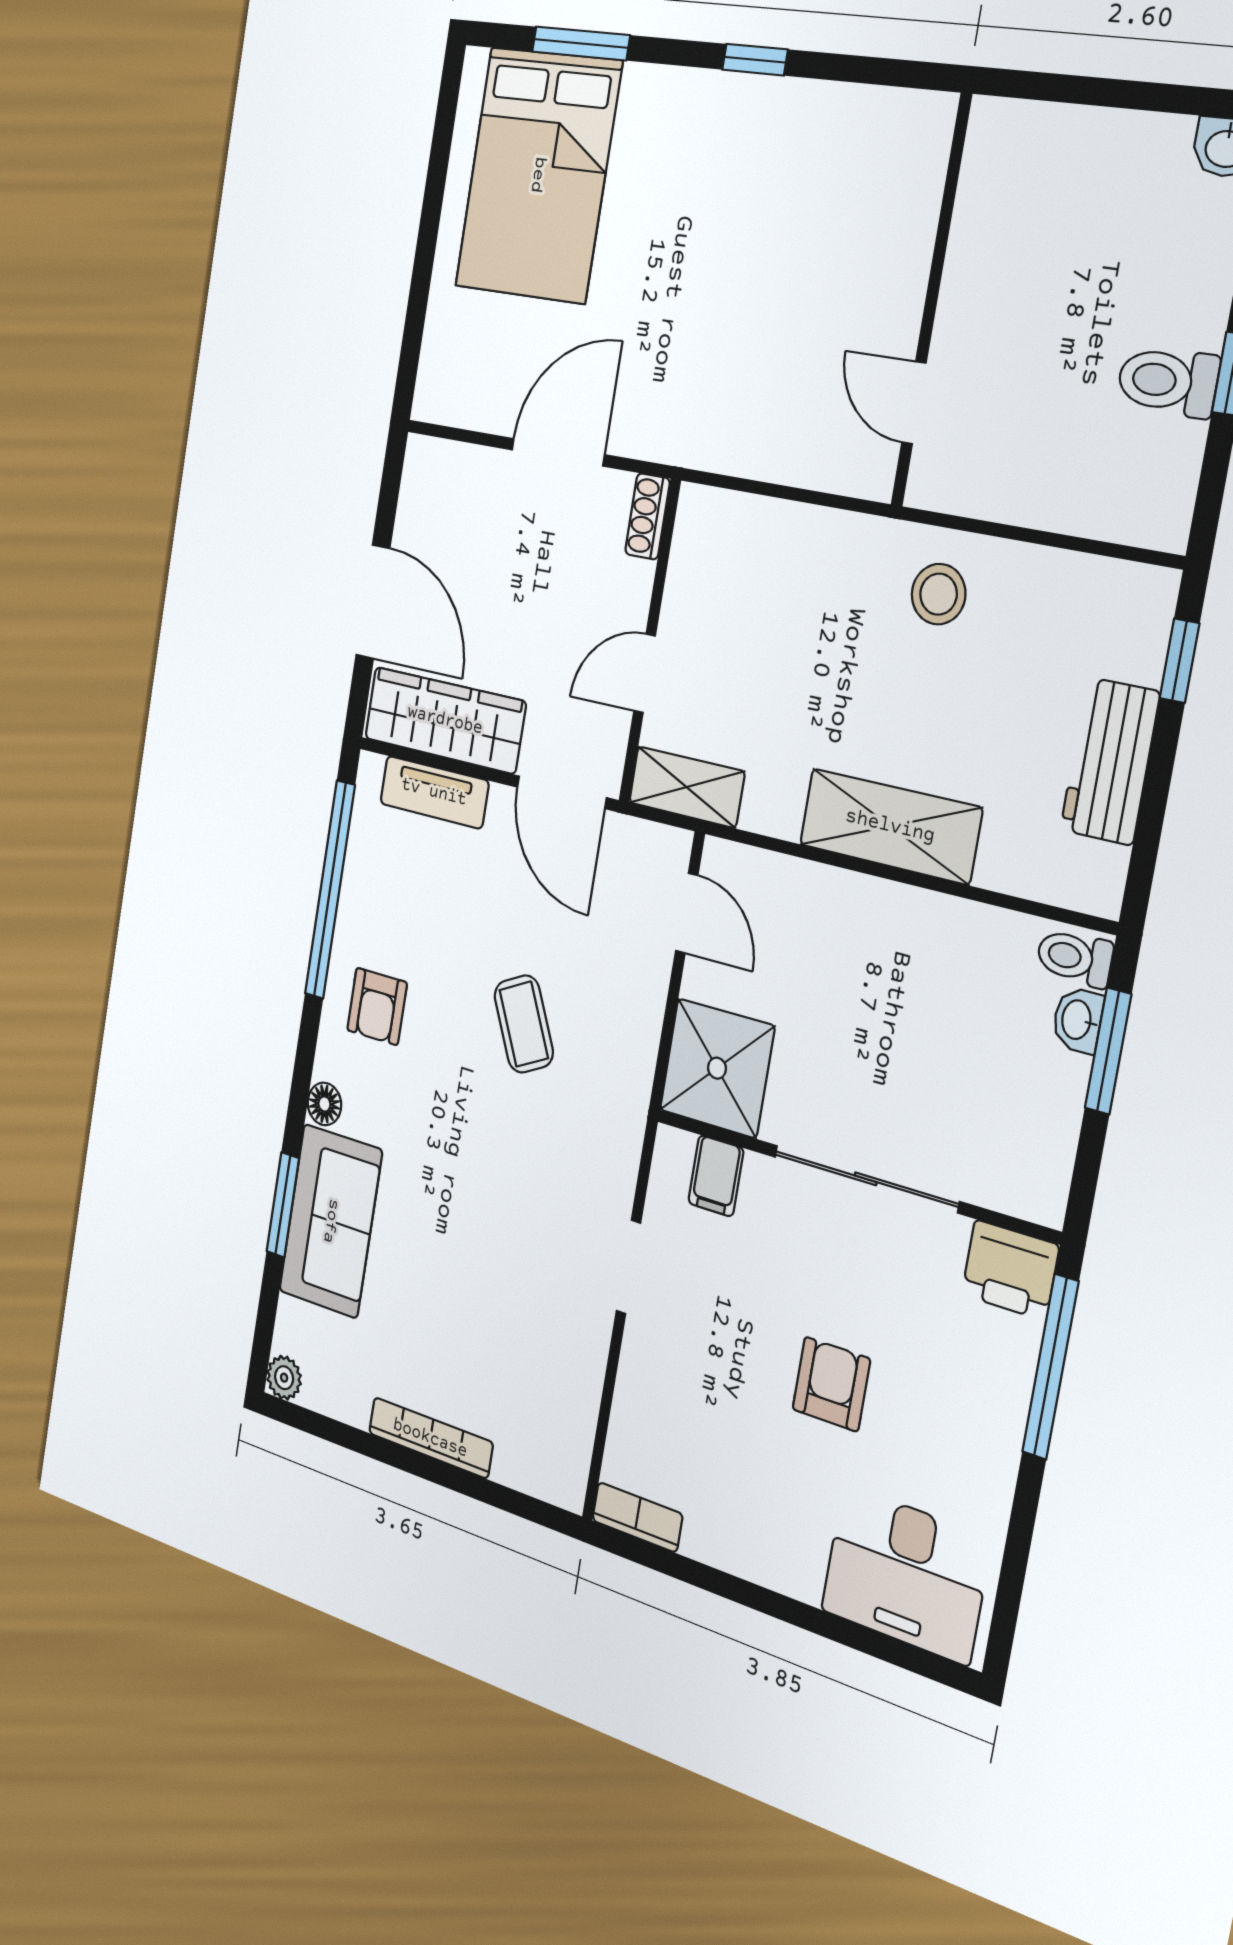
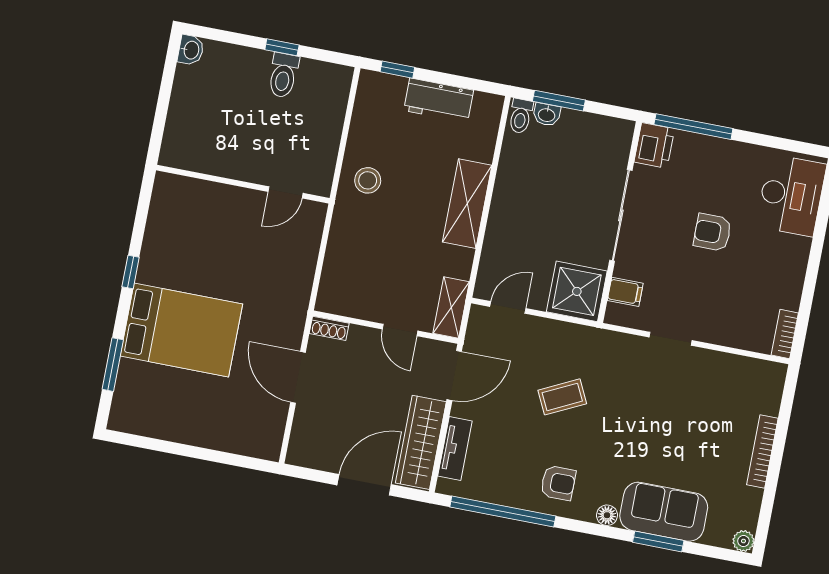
bed: (538, 175) -> (181, 330), moved

